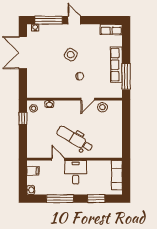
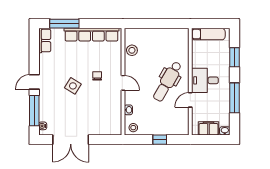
row of seats: (116, 65) -> (91, 35), width x1.36
window: (126, 76) -> (64, 24), moved
door: (88, 99) -> (123, 83), moved
window: (23, 119) -> (160, 140), moved
filing cabinet: (33, 171) -> (209, 128), width x2.00

